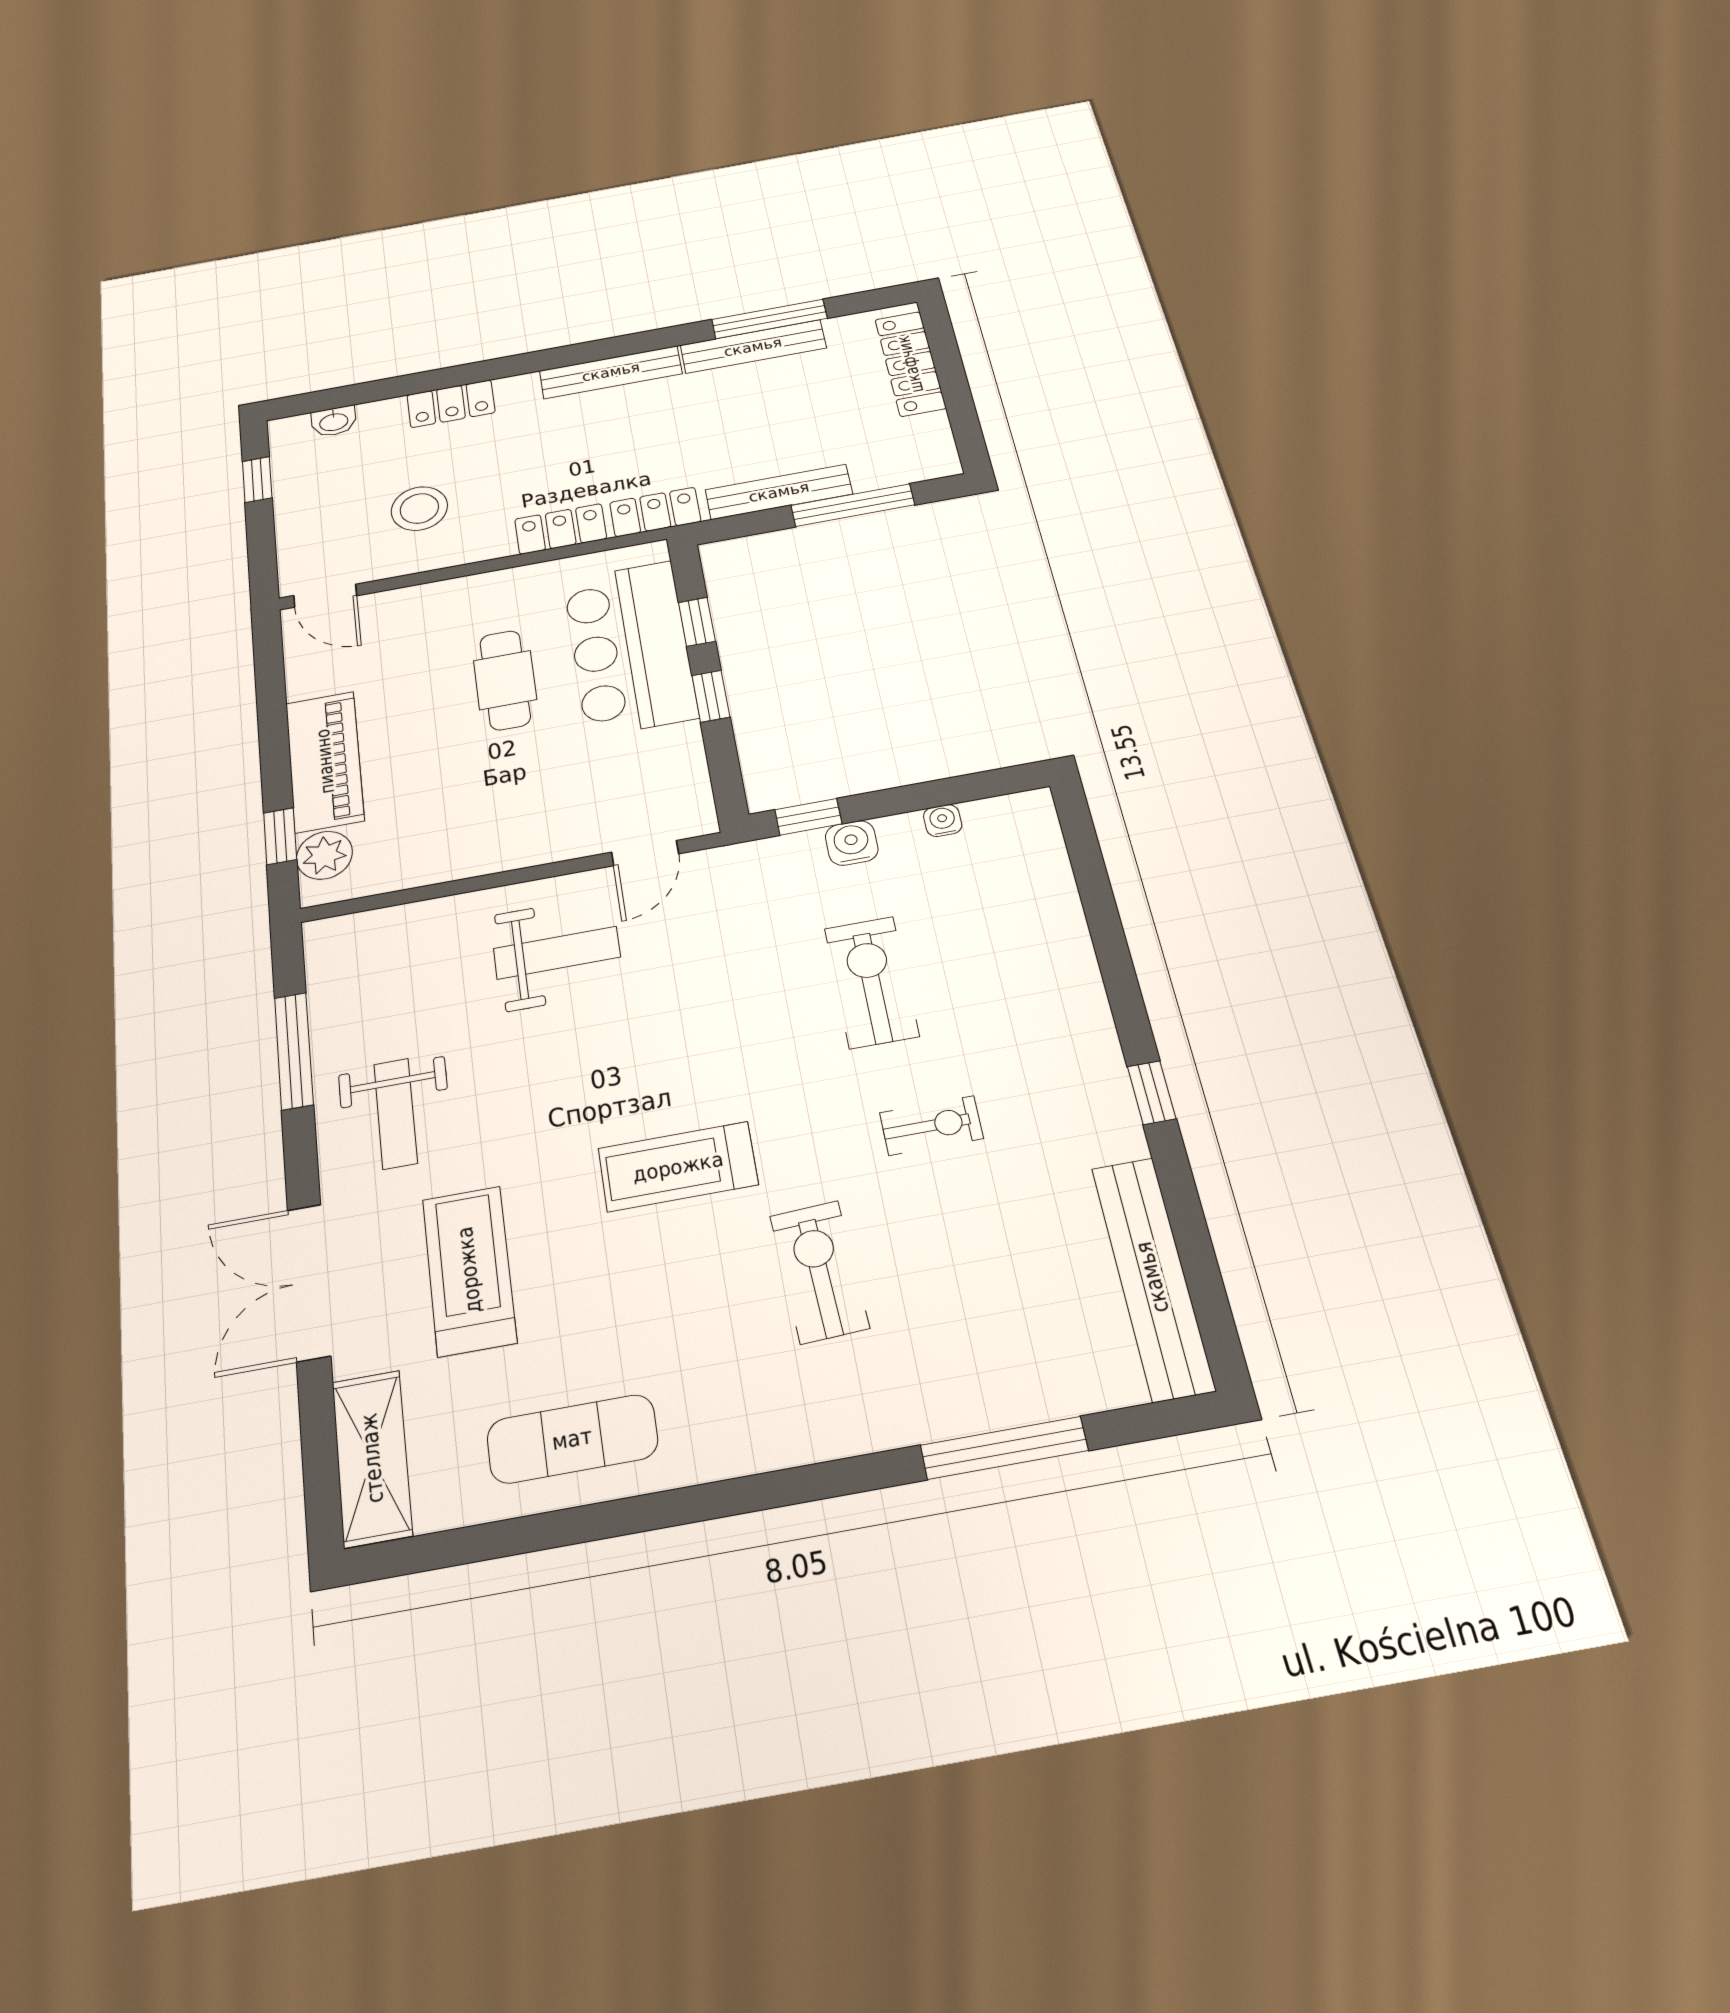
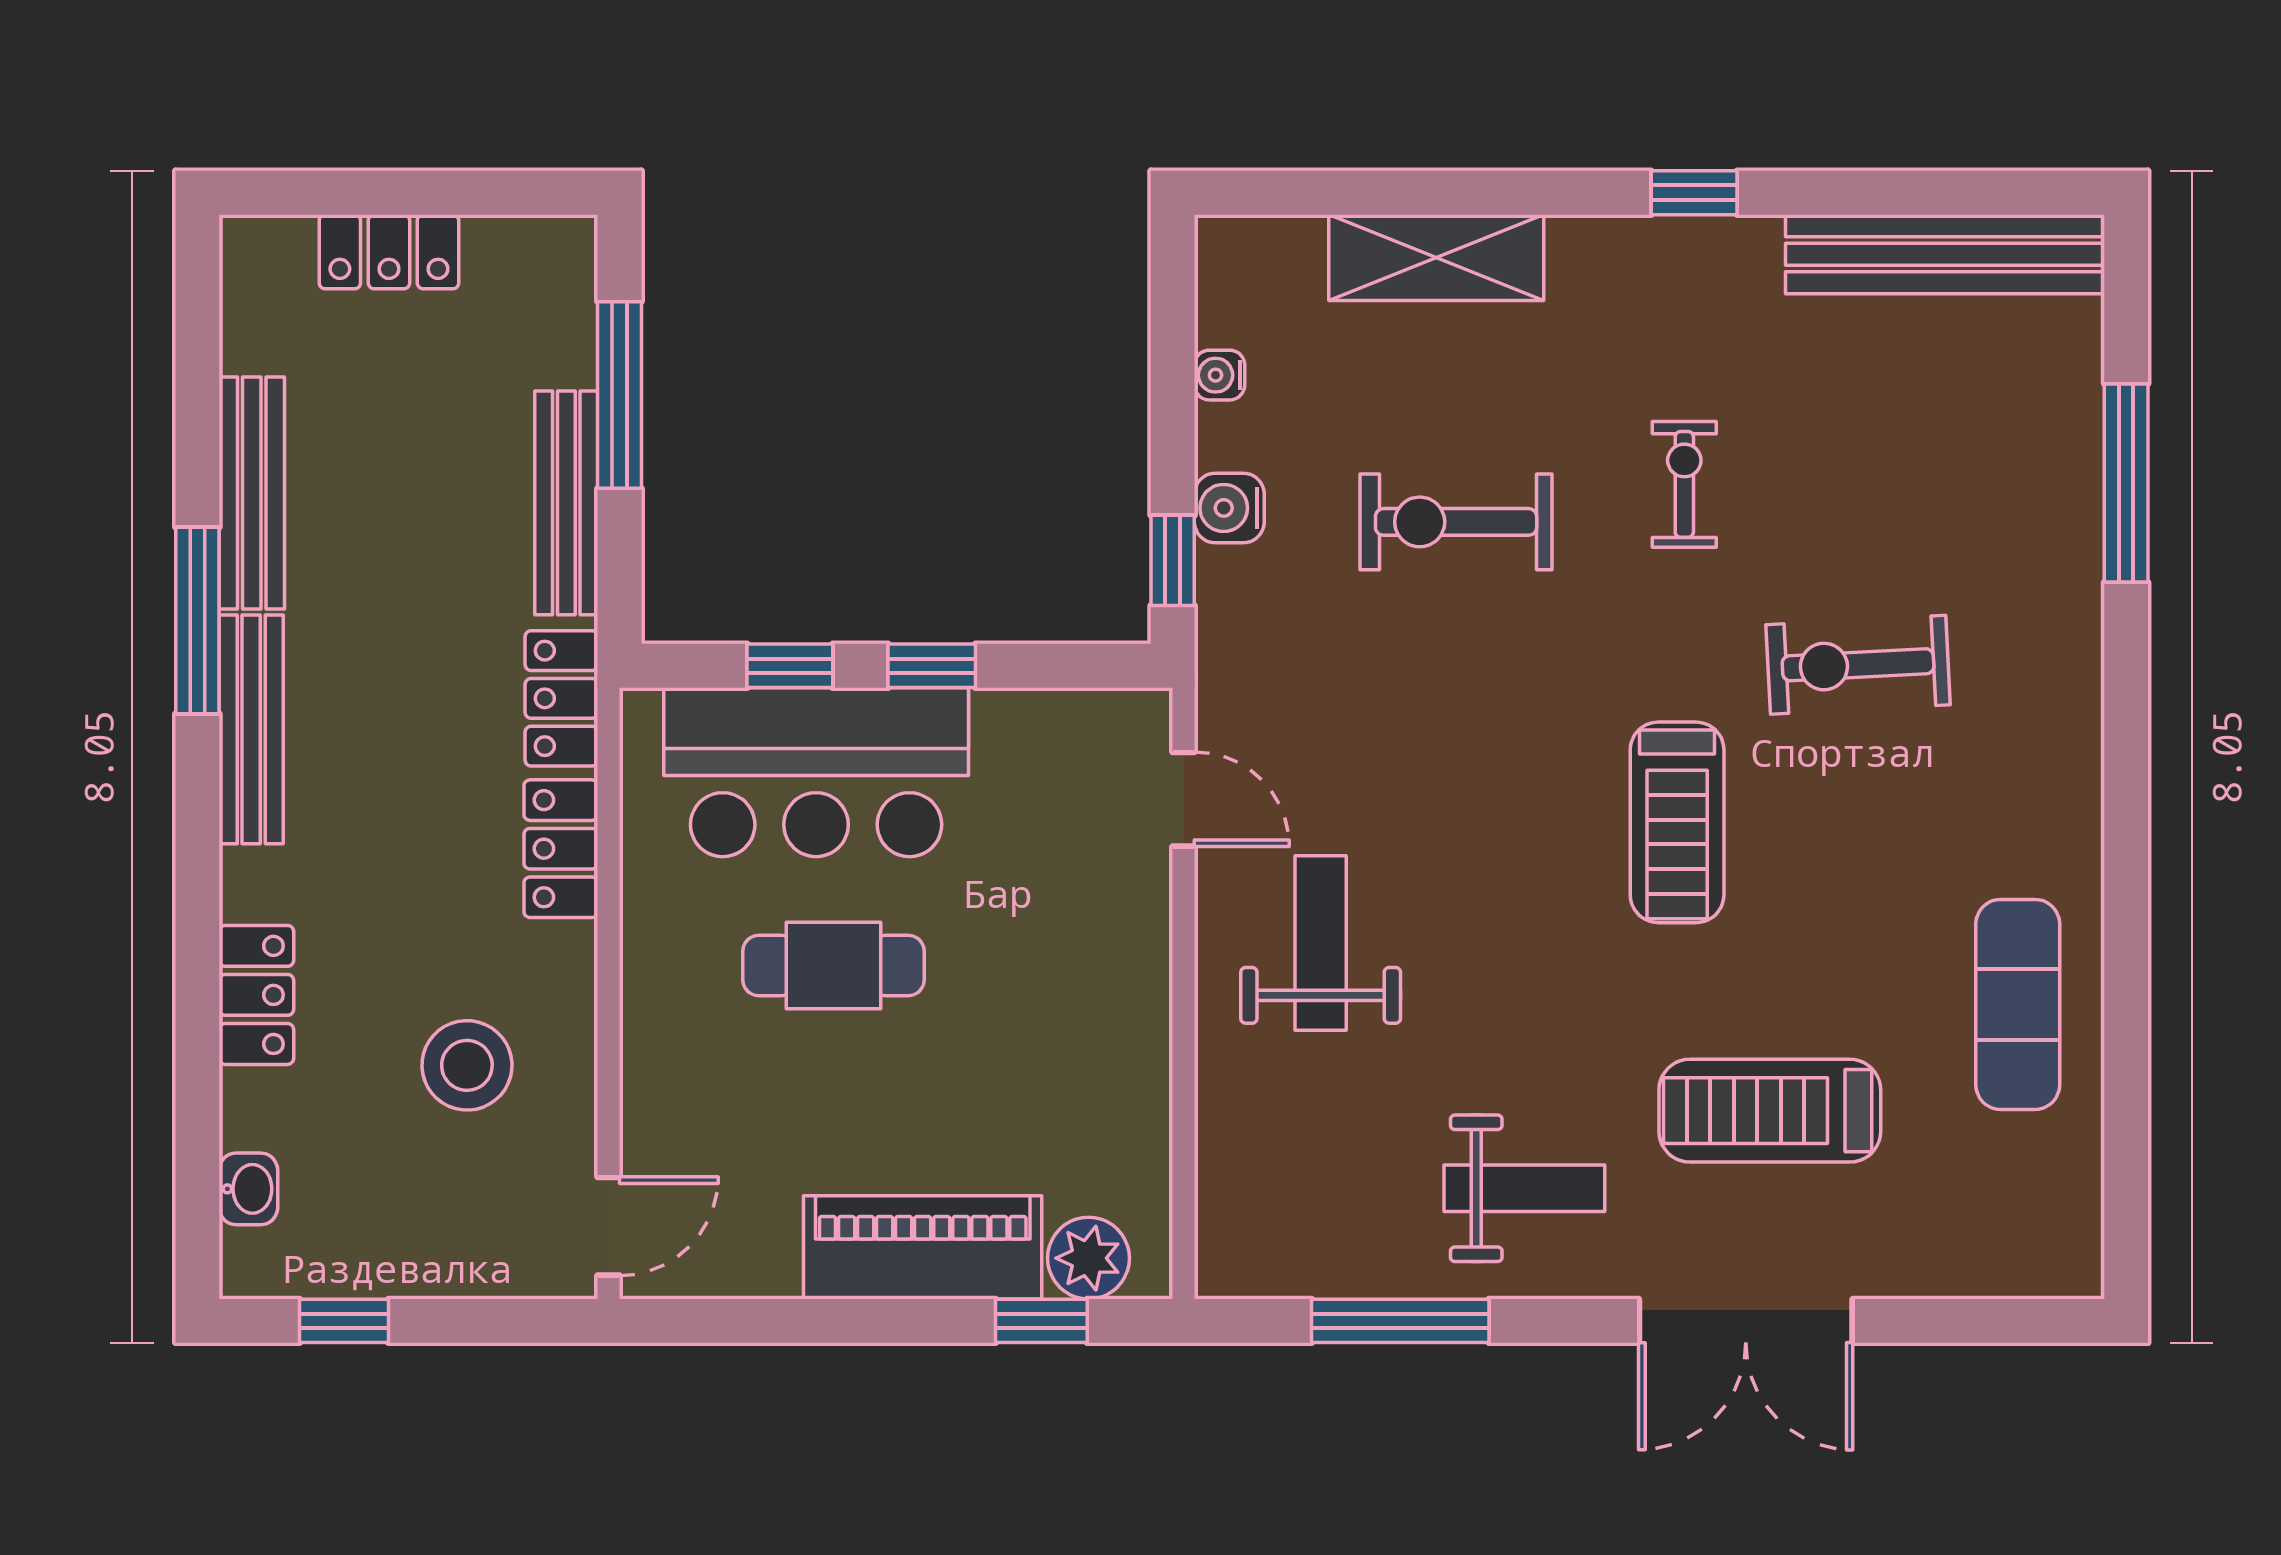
window: (769, 319) -> (197, 621), moved
locker: (910, 364) -> (389, 252), width x0.66
shelving: (372, 1458) -> (1436, 258), moved

